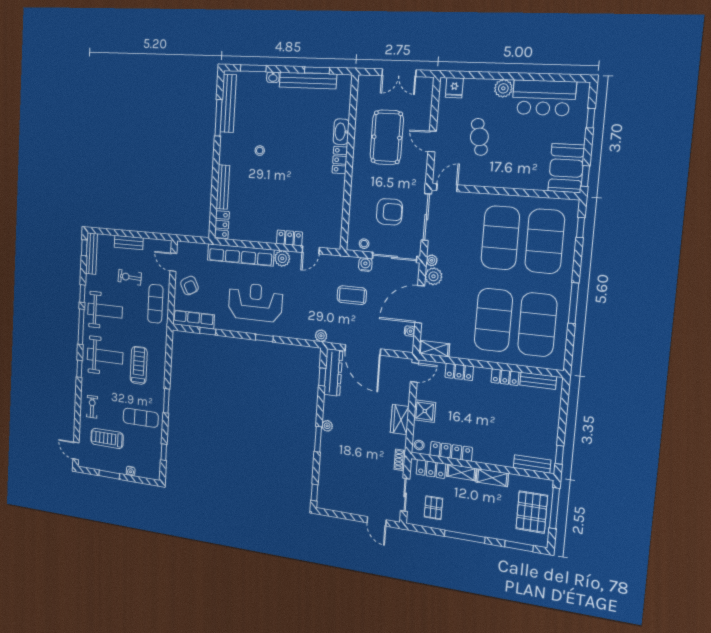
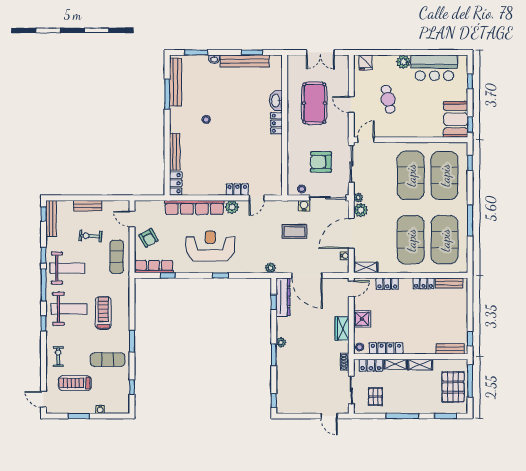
armchair: (390, 212) -> (321, 162), turned 180

